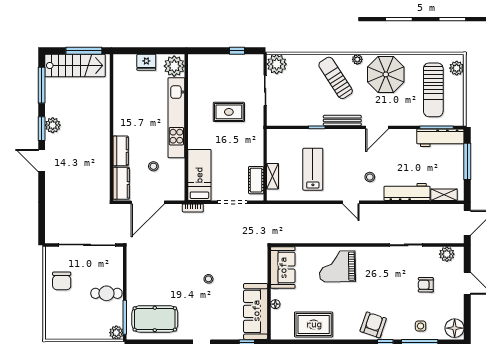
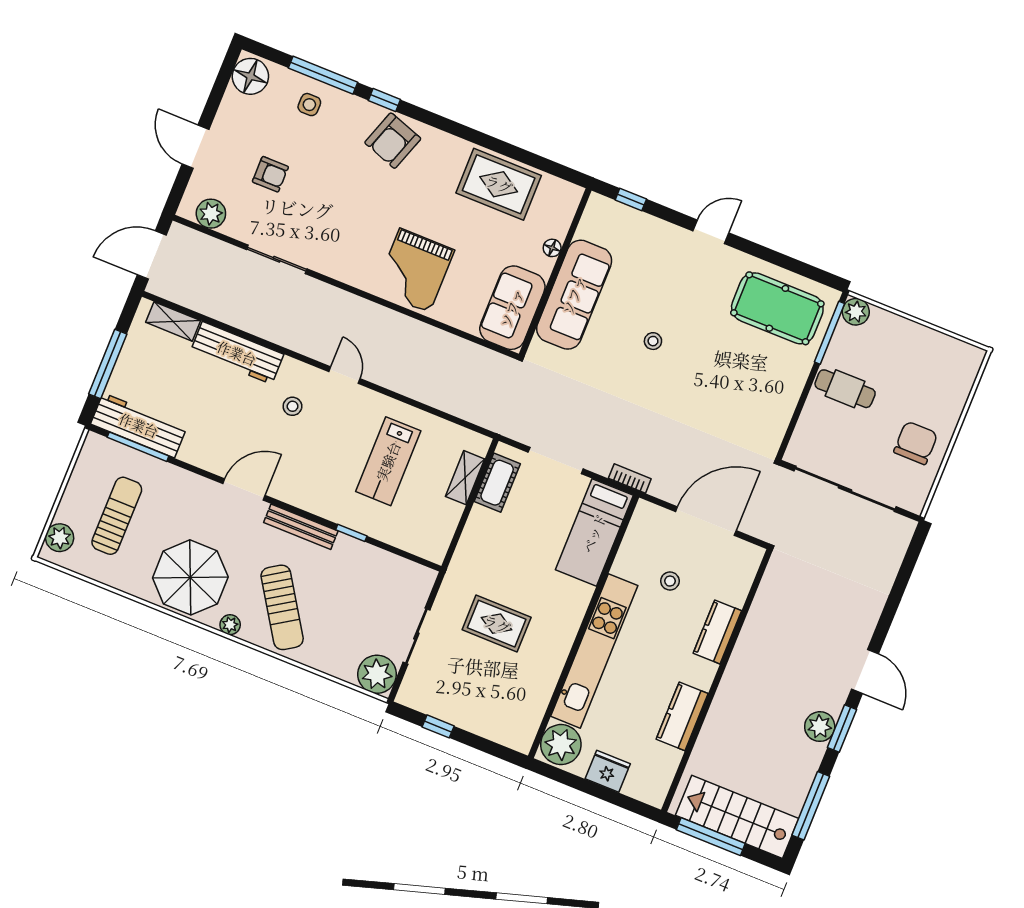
sun lounger: (433, 90) -> (117, 516), width x0.73, depth x0.75
kitchen counter: (121, 183) -> (682, 716), moved
grand piano: (337, 266) -> (415, 270), turned 91
sofa: (256, 311) -> (574, 295), moved

